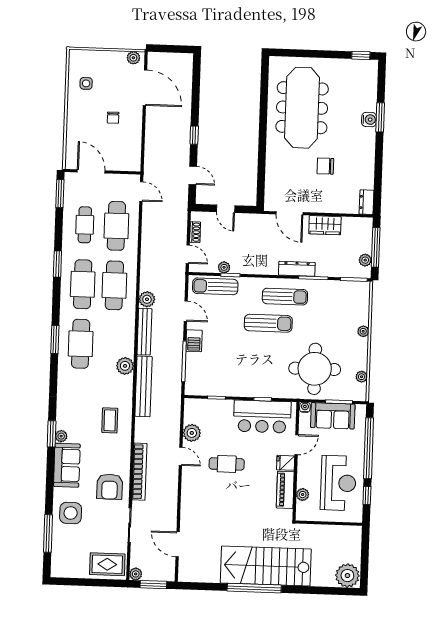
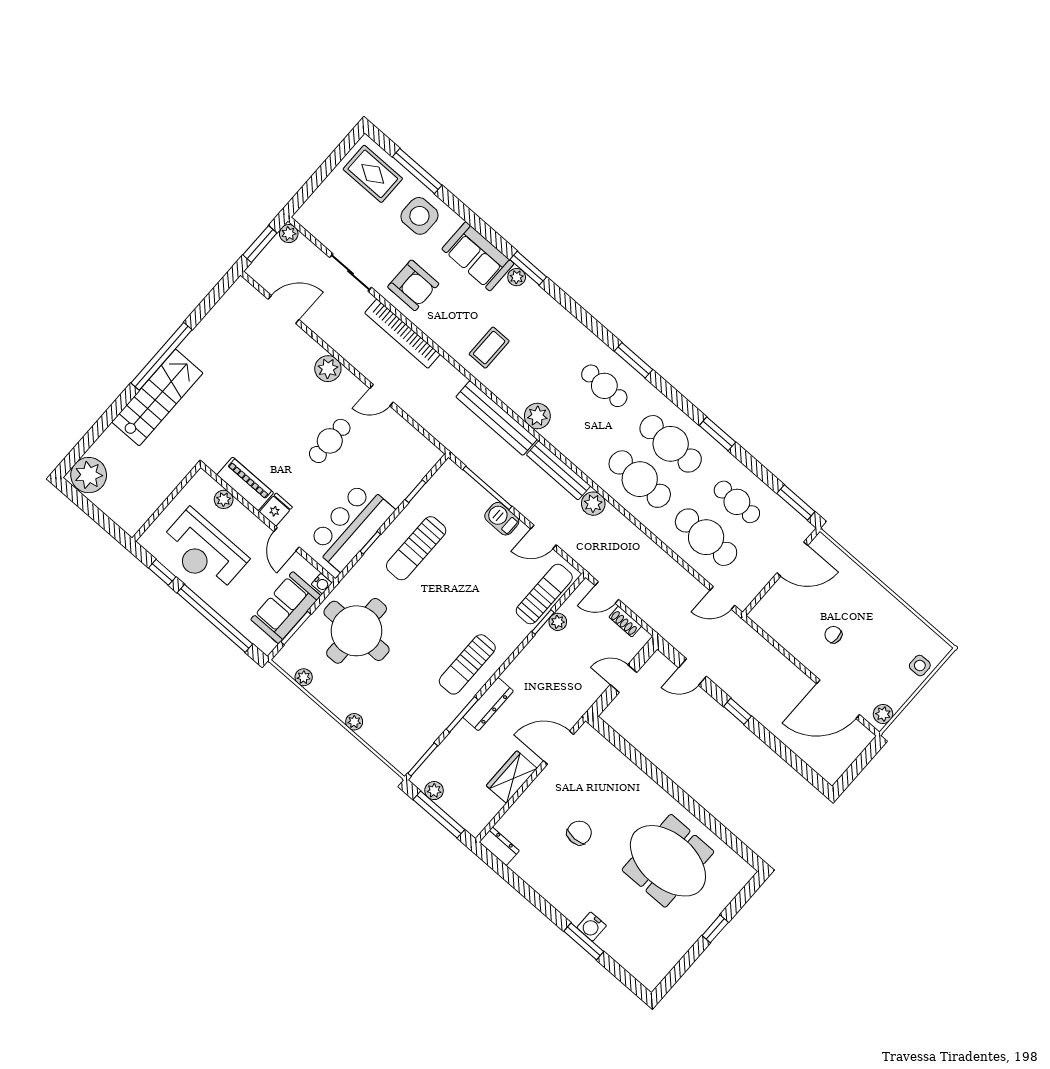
window: (361, 55) -> (715, 929), moved
side table: (86, 83) -> (920, 665), moved
meeting table: (302, 108) -> (668, 861), width x0.73
sun lounger: (268, 323) -> (416, 548), moved
cafe table: (81, 344) -> (604, 386), width x0.73, depth x0.74
coffee table: (110, 420) -> (489, 348), turned 90
plant: (192, 433) -> (328, 369), moved
armchair: (110, 487) -> (413, 285), turned 180
rug: (107, 564) -> (373, 174), moved, turned 90
stairs: (266, 566) -> (157, 398), width x0.73, depth x0.66

